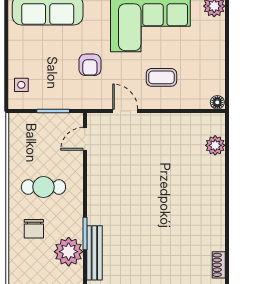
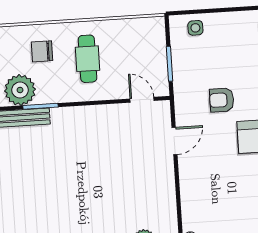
coffee table: (161, 77) -> (213, 178), removed

